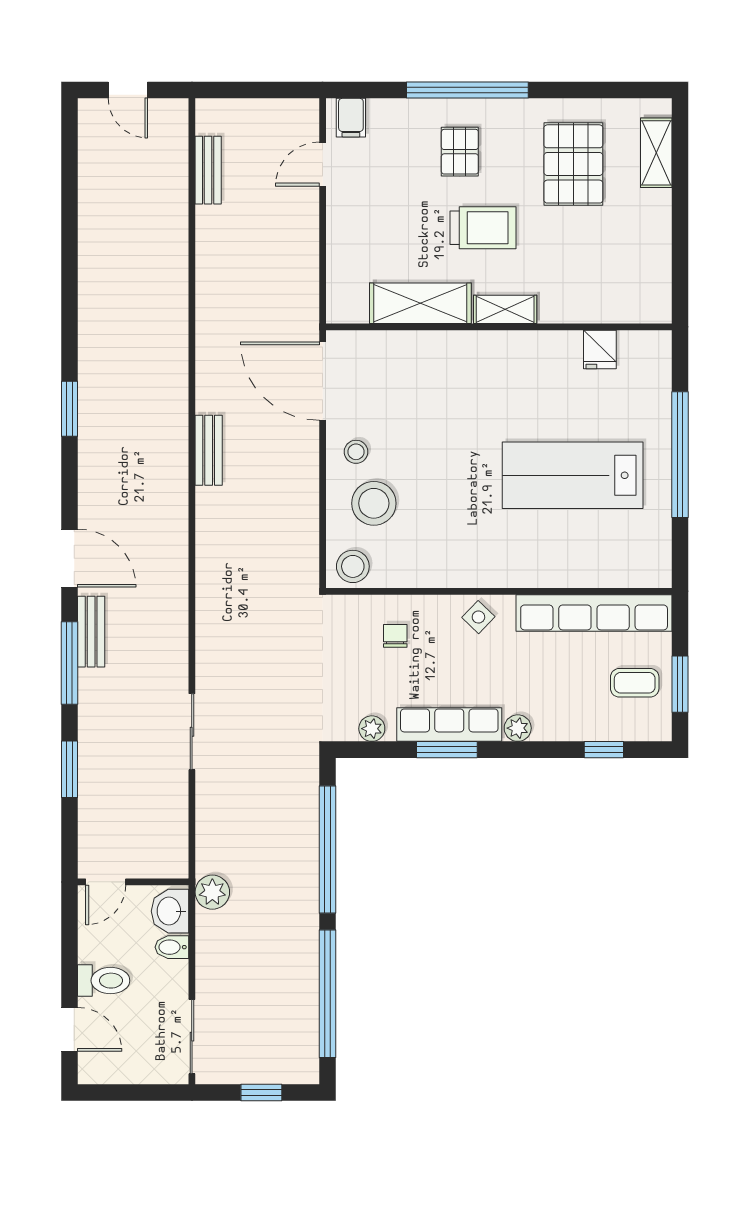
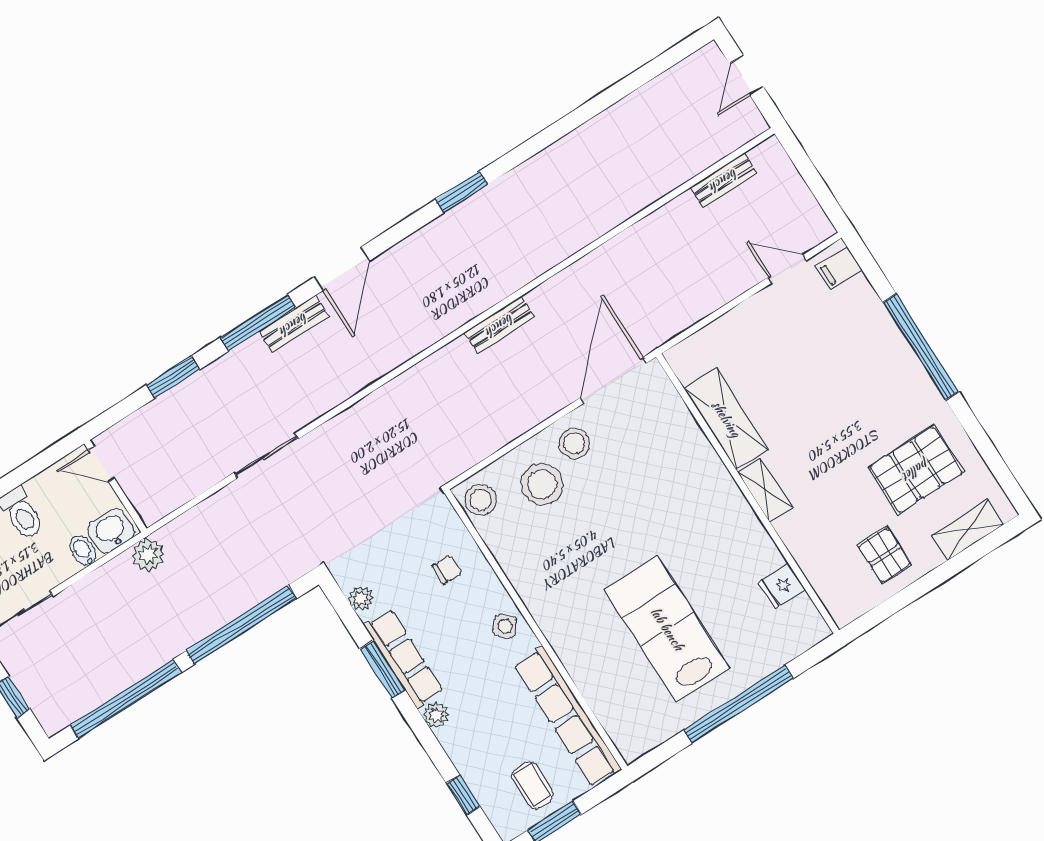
pallet: (460, 152) -> (885, 555), moved, turned 90
trolley: (483, 228) -> (819, 430), removed
stool: (356, 452) -> (574, 443), width x1.37, depth x1.37

